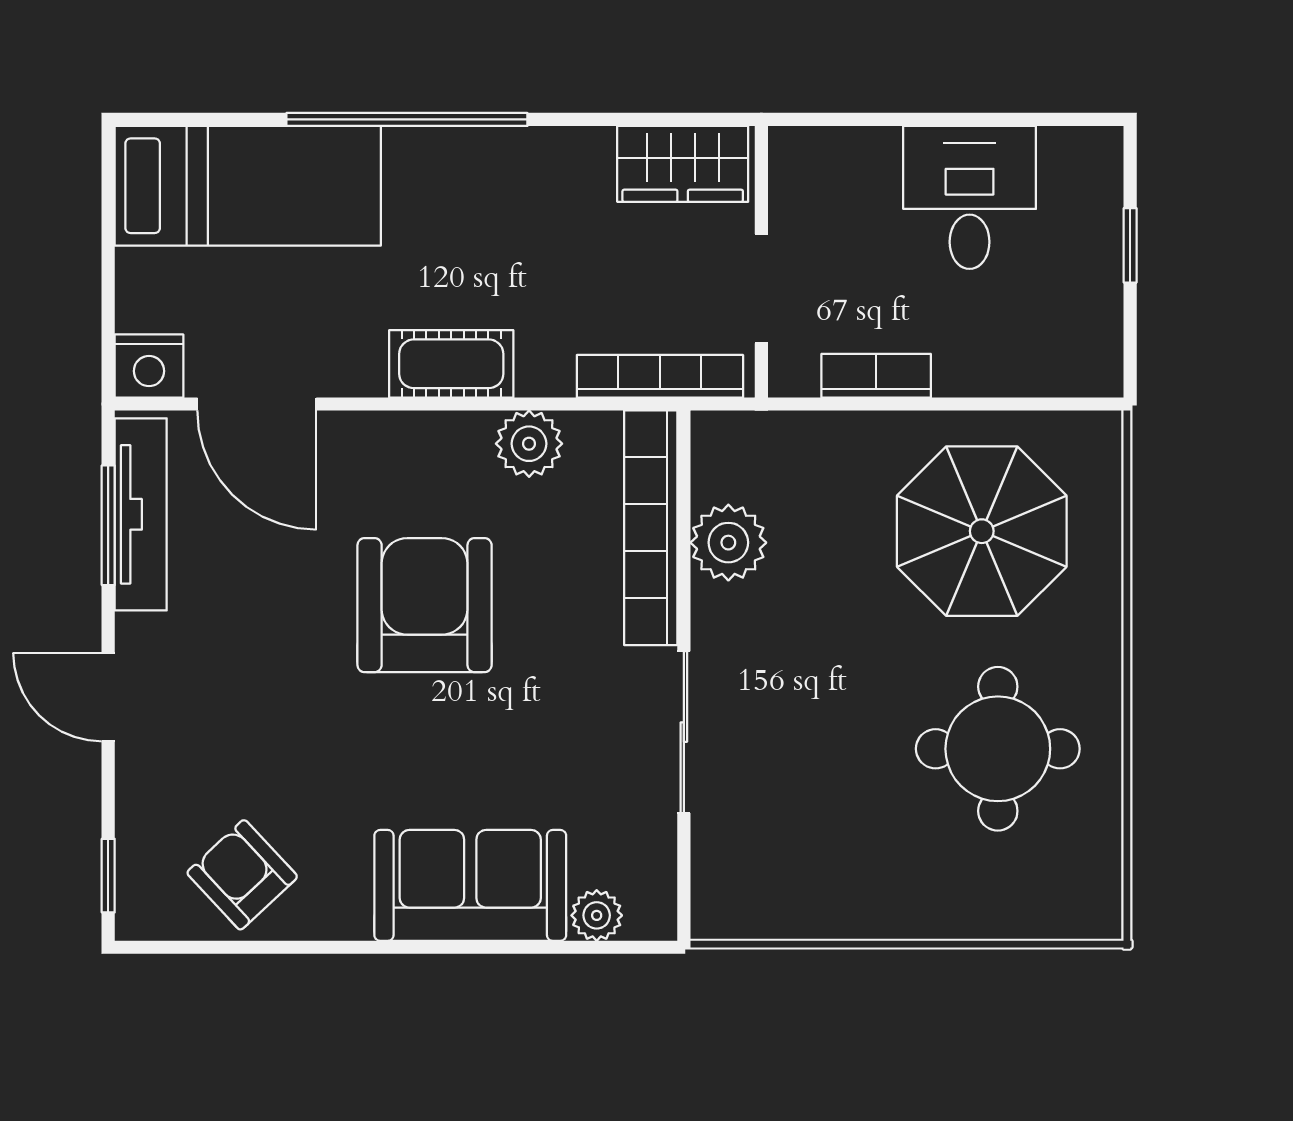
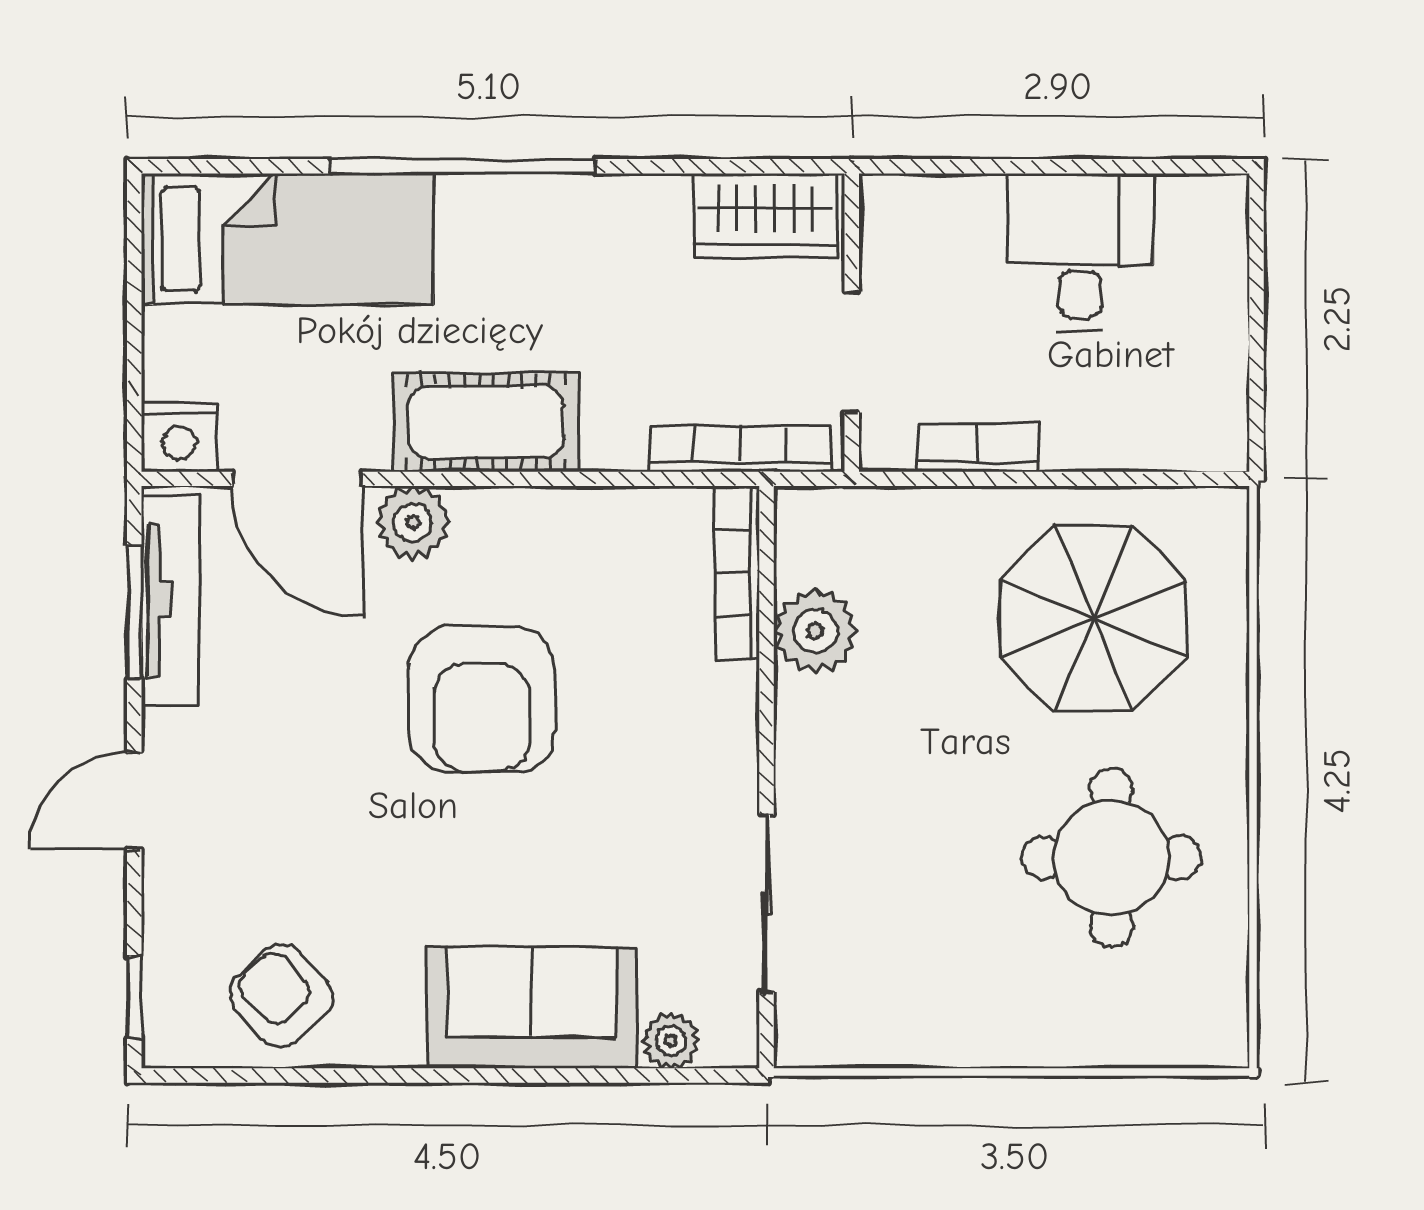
window: (1130, 245) -> (1257, 305), removed
cot: (451, 364) -> (486, 422), width x1.37, depth x1.34
plant: (529, 444) -> (413, 522), moved
bookcase: (651, 528) -> (737, 573), width x0.68, depth x0.76
armchair: (425, 605) -> (482, 700), turned 180
door: (108, 697) -> (134, 801), hinge flipped
sliding door: (684, 732) -> (766, 904), moved

